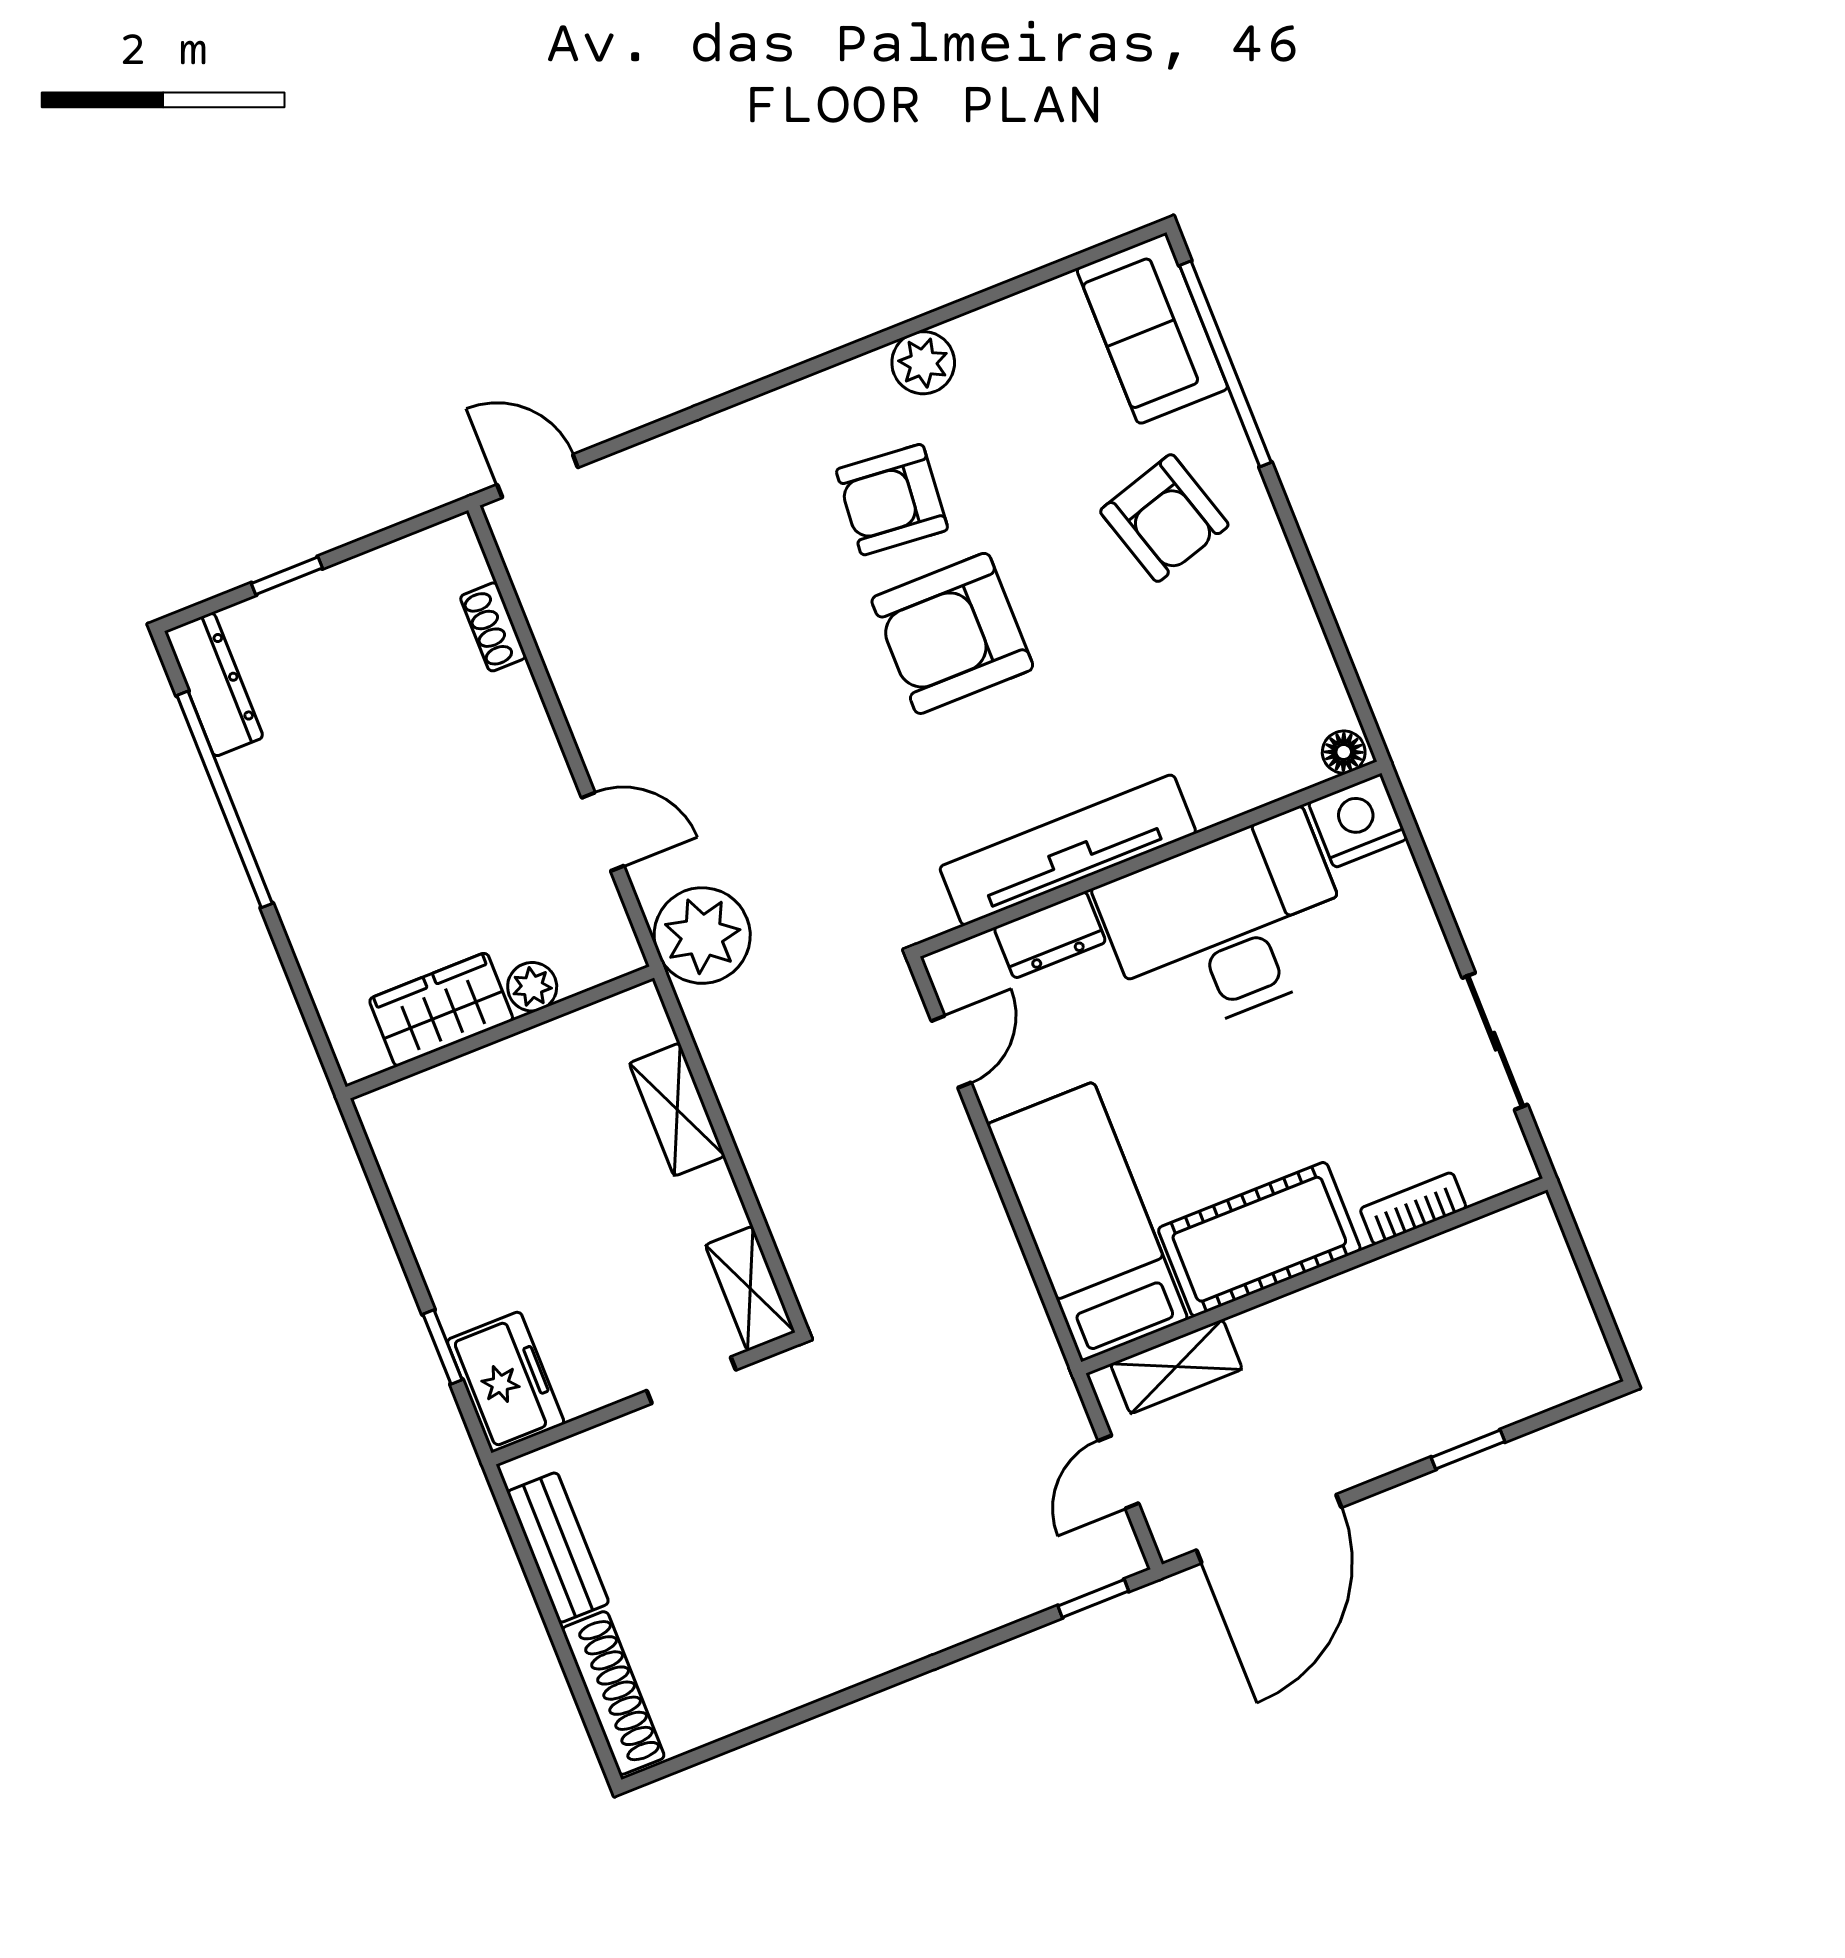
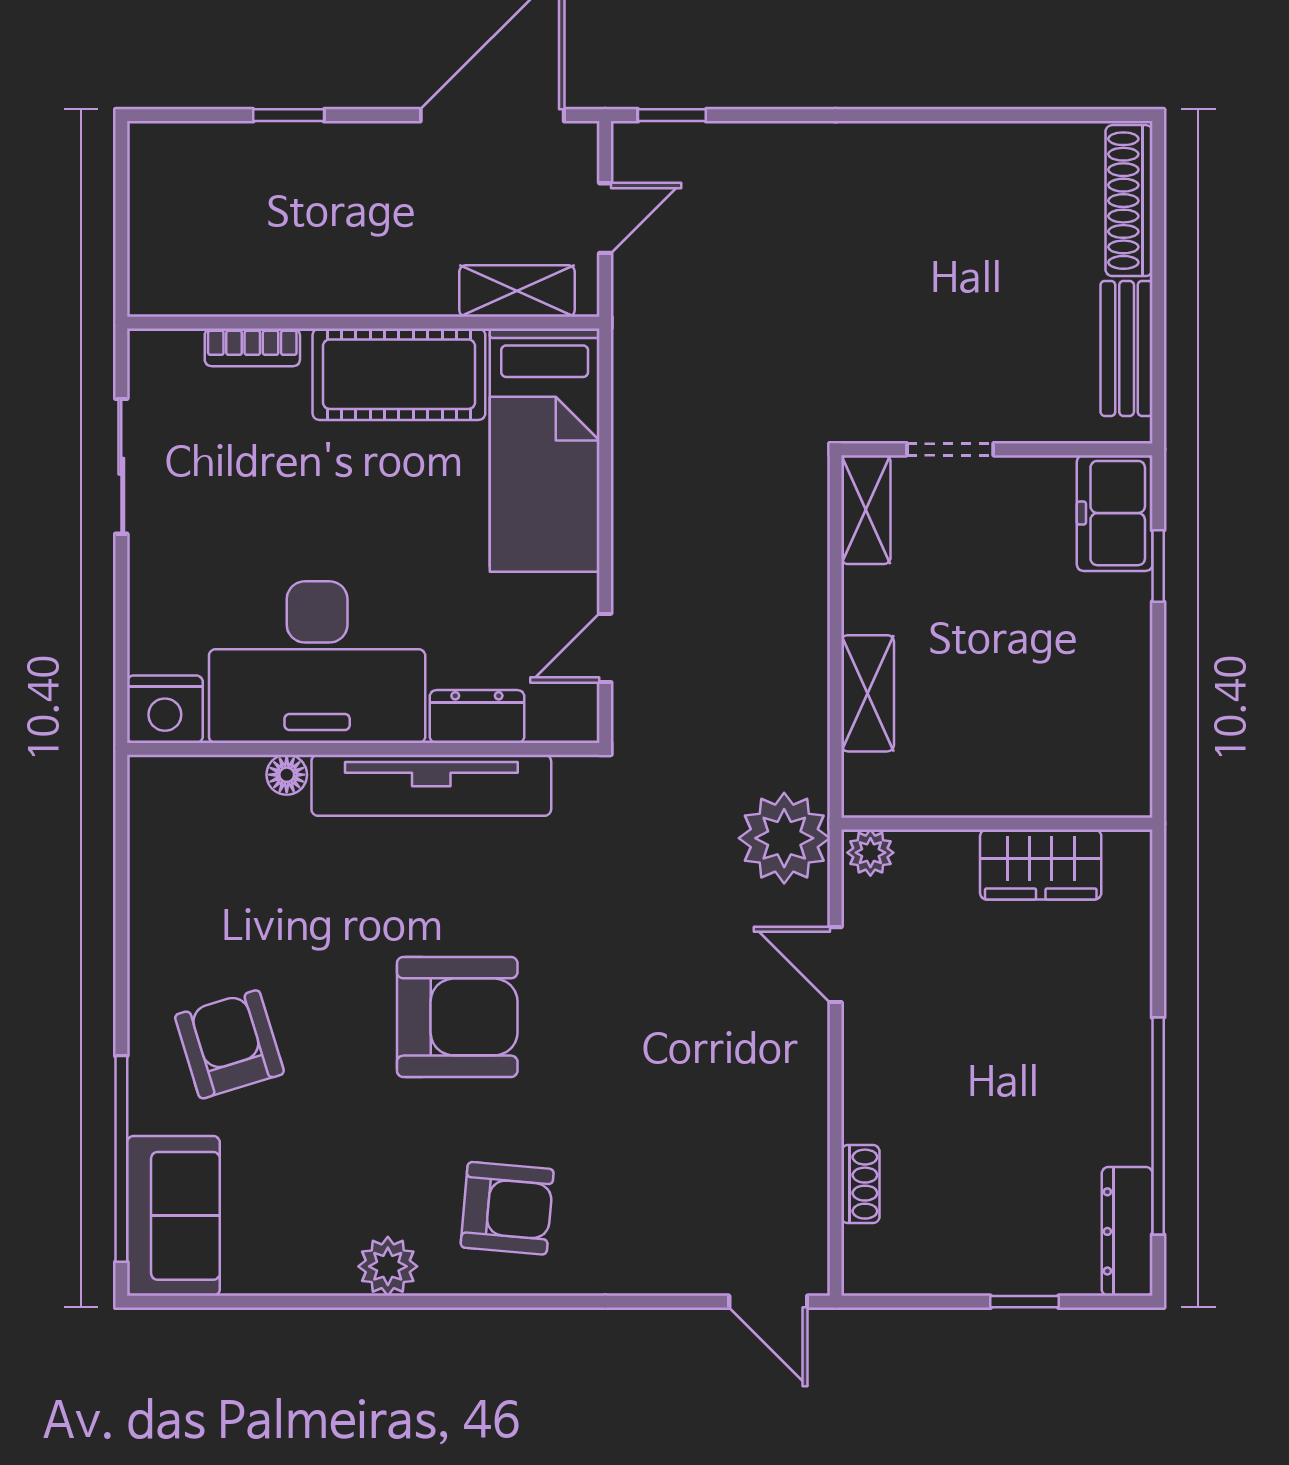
armchair: (892, 500) -> (507, 1208), moved
floor lamp: (1344, 752) -> (287, 775), moved
plant: (532, 987) -> (870, 853), moved

